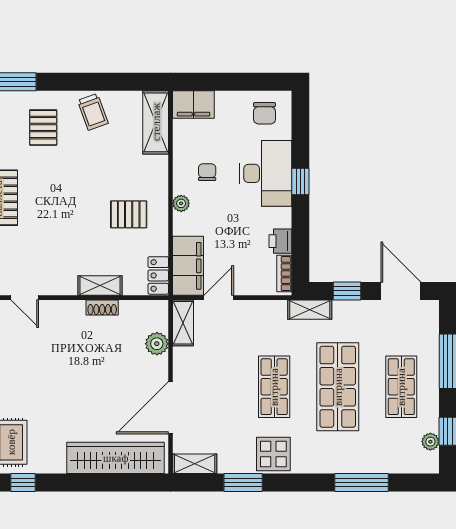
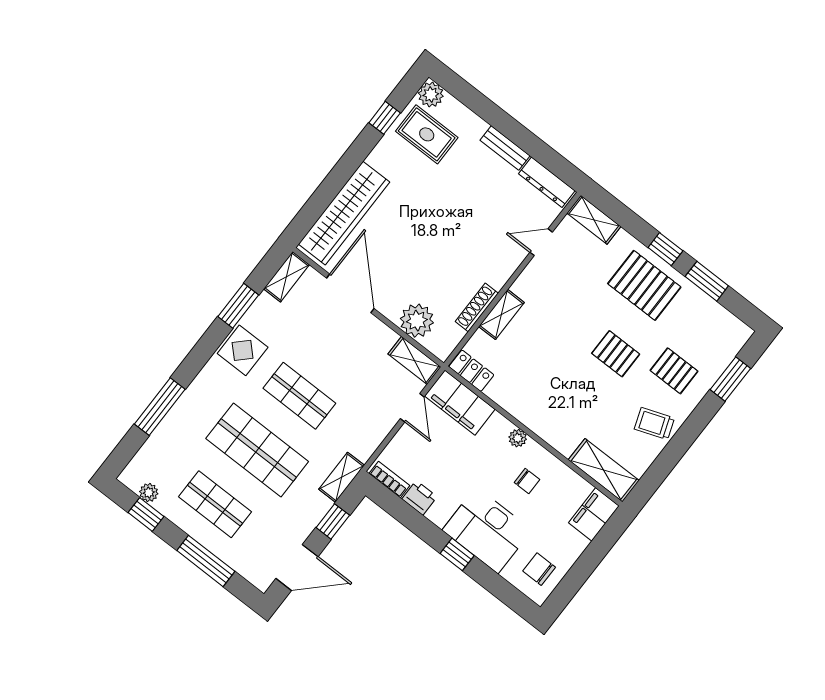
pallet: (129, 214) -> (616, 354), moved, turned 90
shoe rack: (102, 307) -> (477, 307), width x1.43
plant: (157, 344) -> (417, 321), width x1.36, depth x1.36

